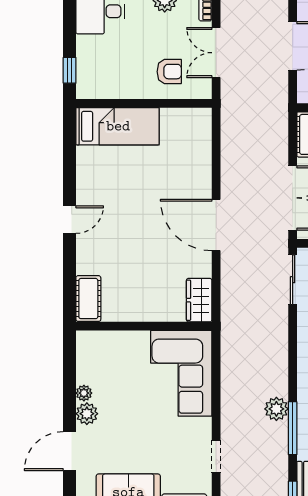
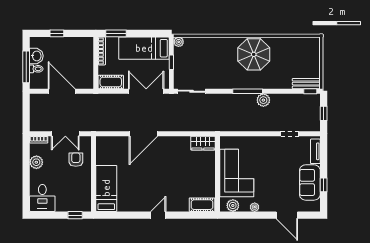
door: (70, 220) -> (158, 215), hinge flipped
door: (216, 225) -> (143, 134), moved
corner sofa: (181, 373) -> (237, 173), moved, turned -90
plant: (87, 414) -> (233, 205), moved
window: (293, 428) -> (248, 91), moved

